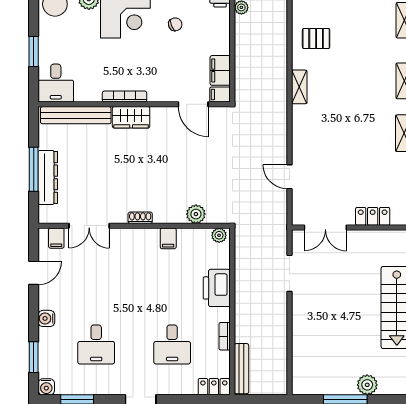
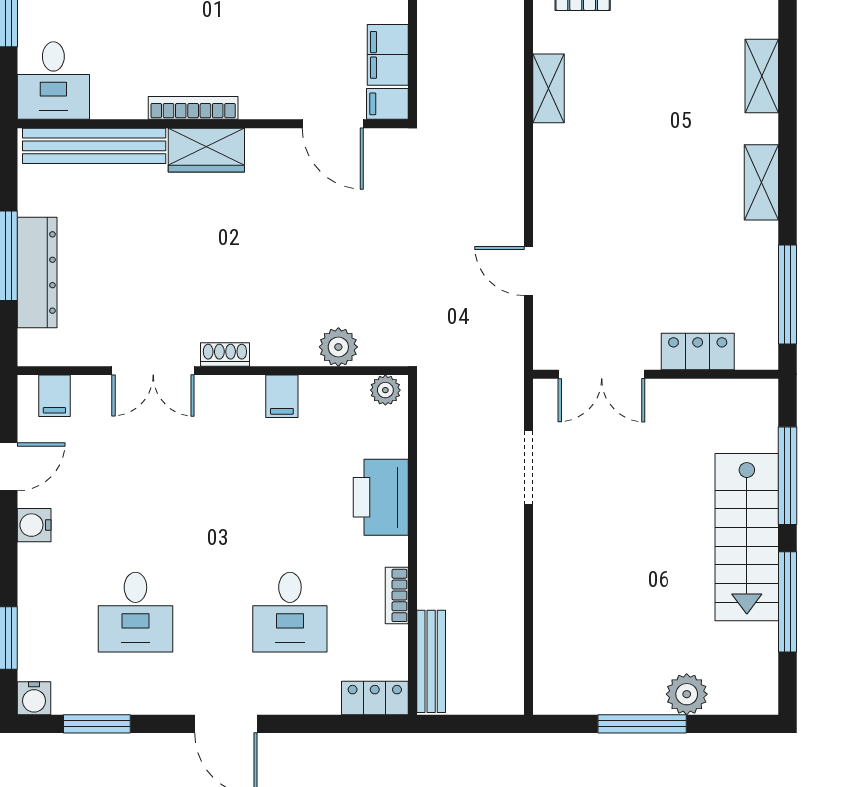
double door: (89, 226) -> (153, 371), moved
water cooler: (46, 318) -> (34, 525), moved

